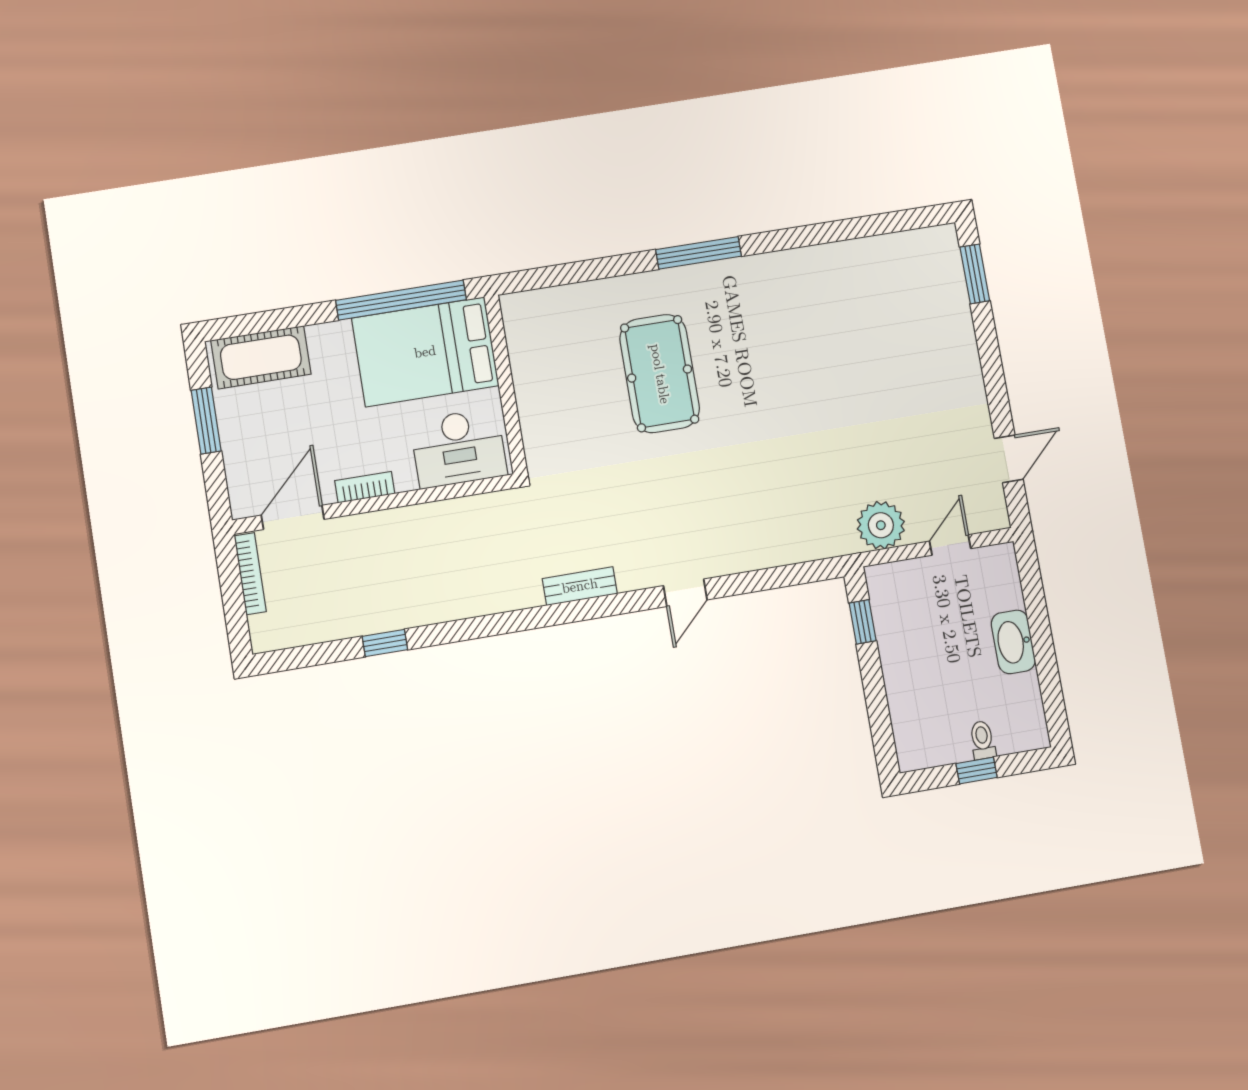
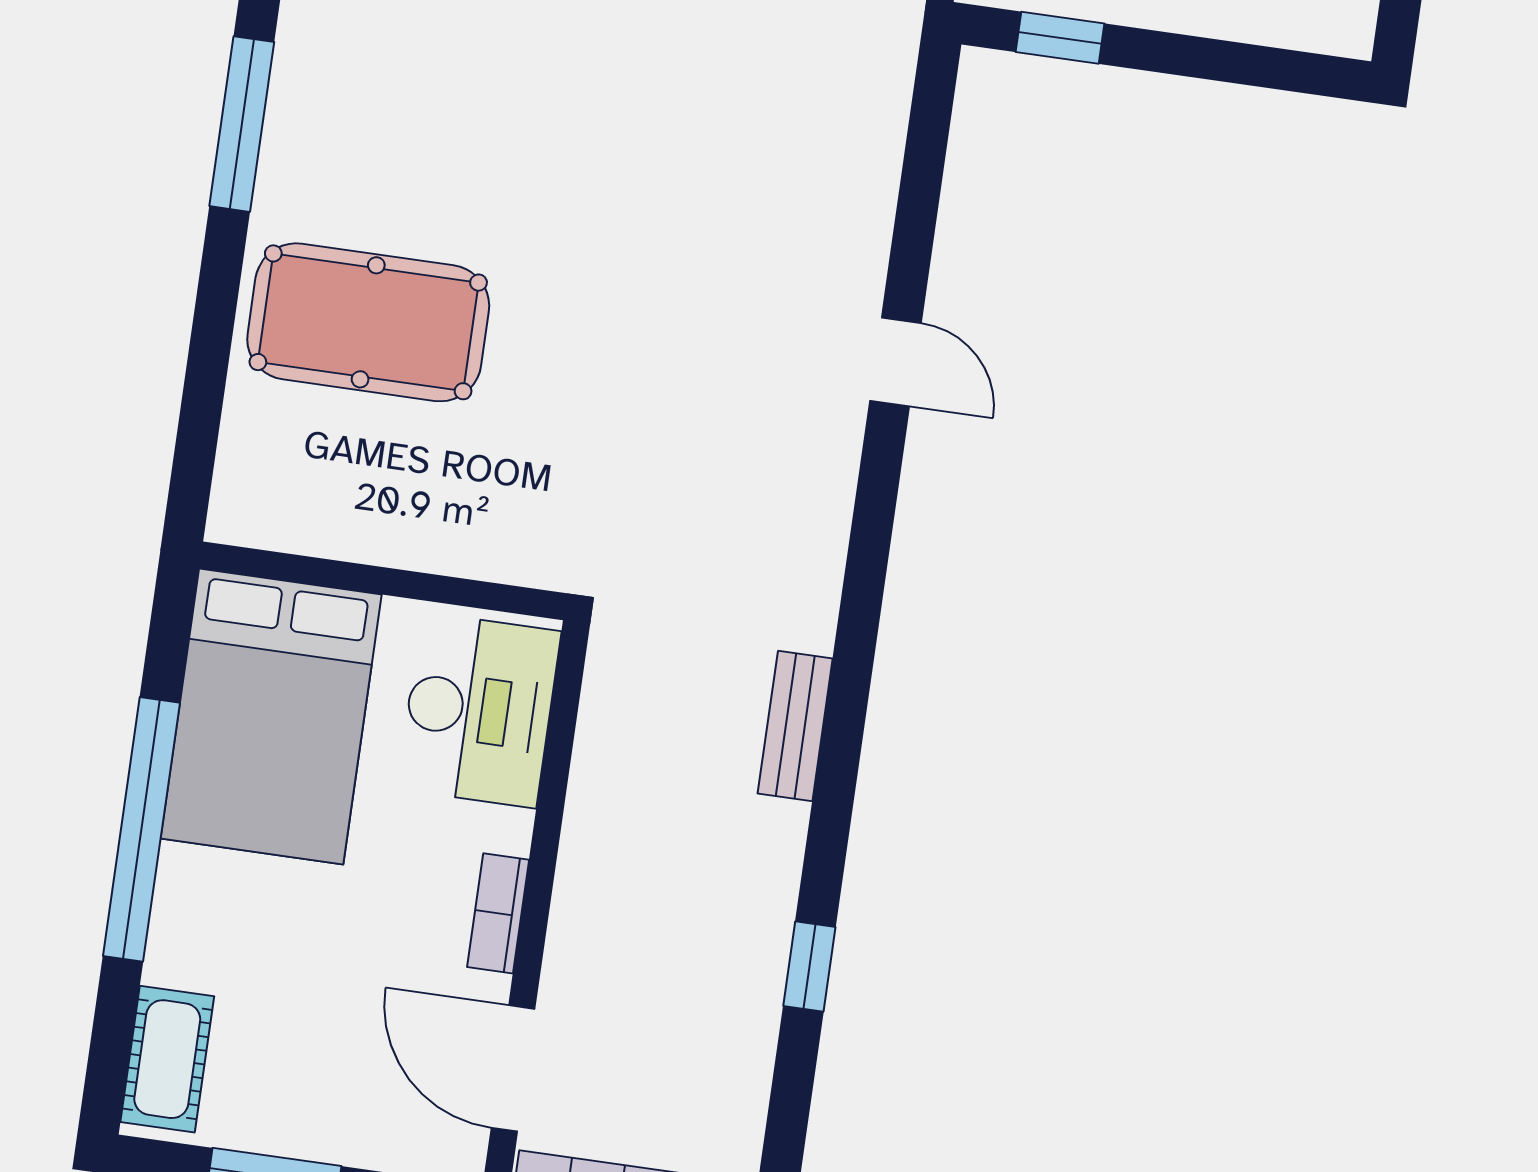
window: (401, 300) -> (141, 829), moved
cot: (261, 357) -> (167, 1059), width x0.73, depth x0.75
pool table: (660, 374) -> (368, 322), moved
bench: (580, 586) -> (795, 726), moved

